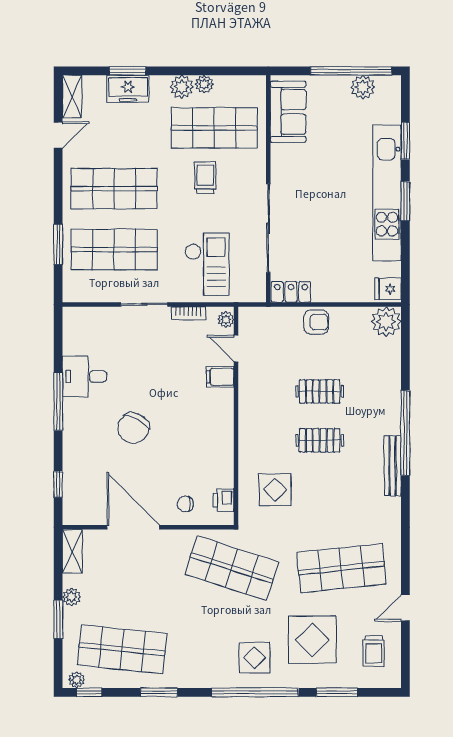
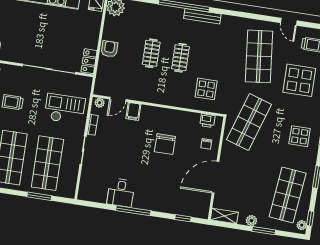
chair: (133, 428) -> (165, 144), moved, turned 62
display table: (254, 658) -> (300, 136), moved

